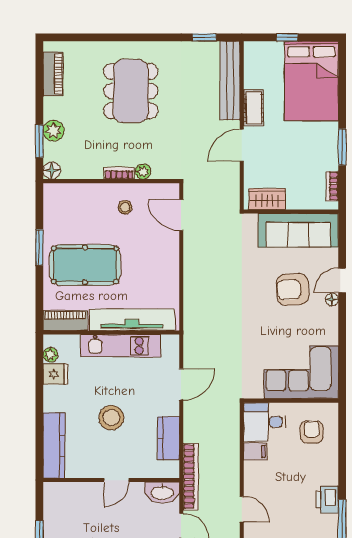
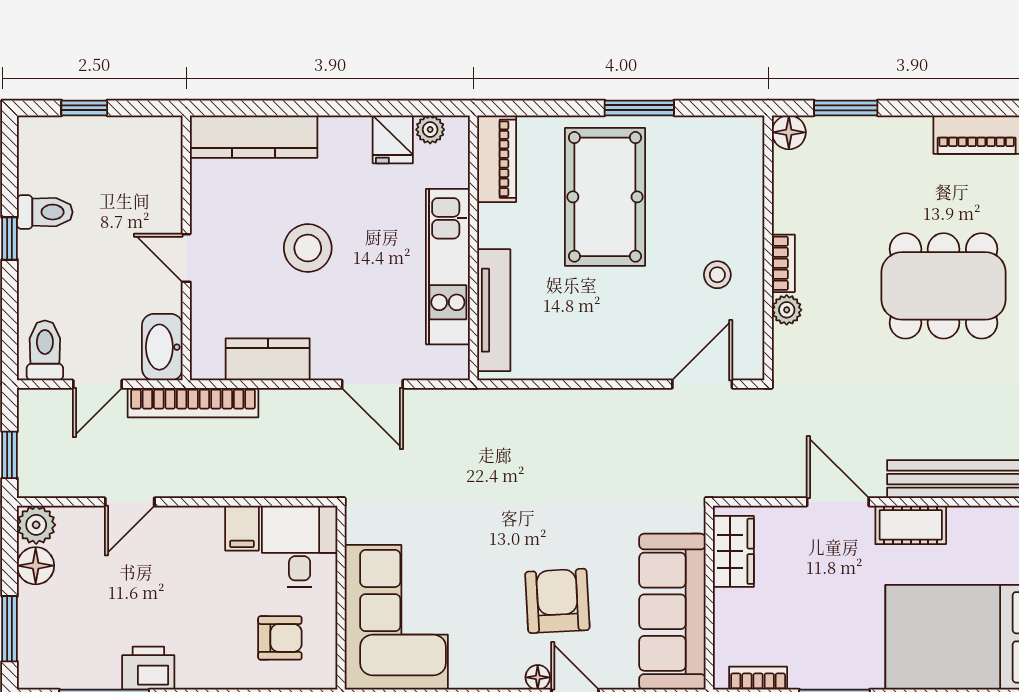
plant: (54, 131) -> (866, 136), removed
tv unit: (132, 320) -> (494, 310), width x0.73, depth x0.78

